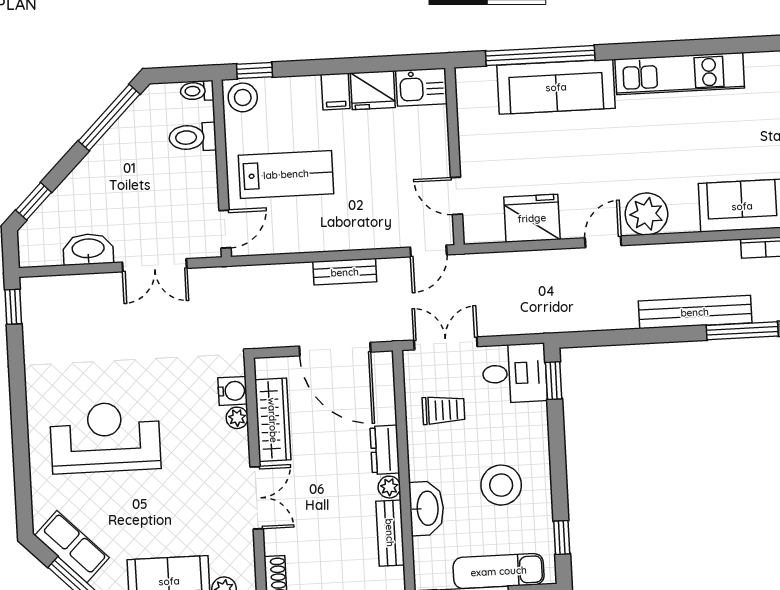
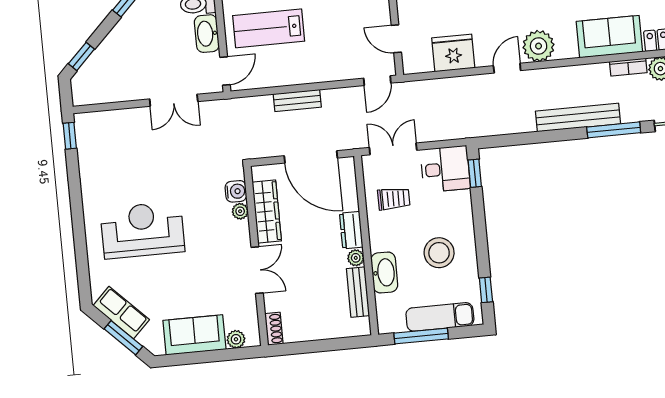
lab bench: (286, 174) -> (269, 28), turned 180
washbasin: (88, 249) -> (207, 34), moved, turned -90
bench: (345, 272) -> (297, 101), moved

